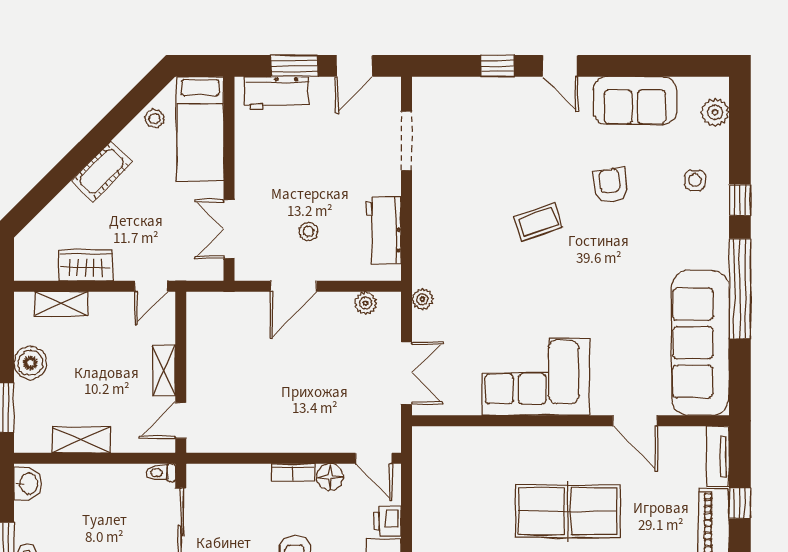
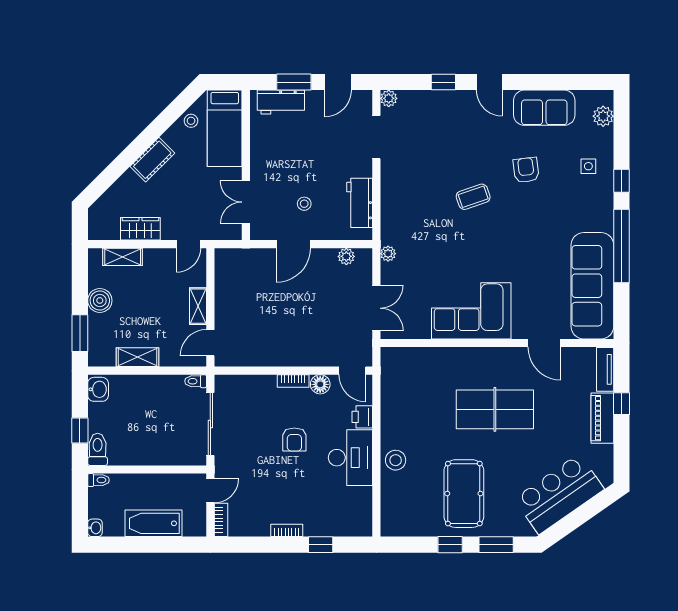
plant: (423, 88) -> (389, 98), added

